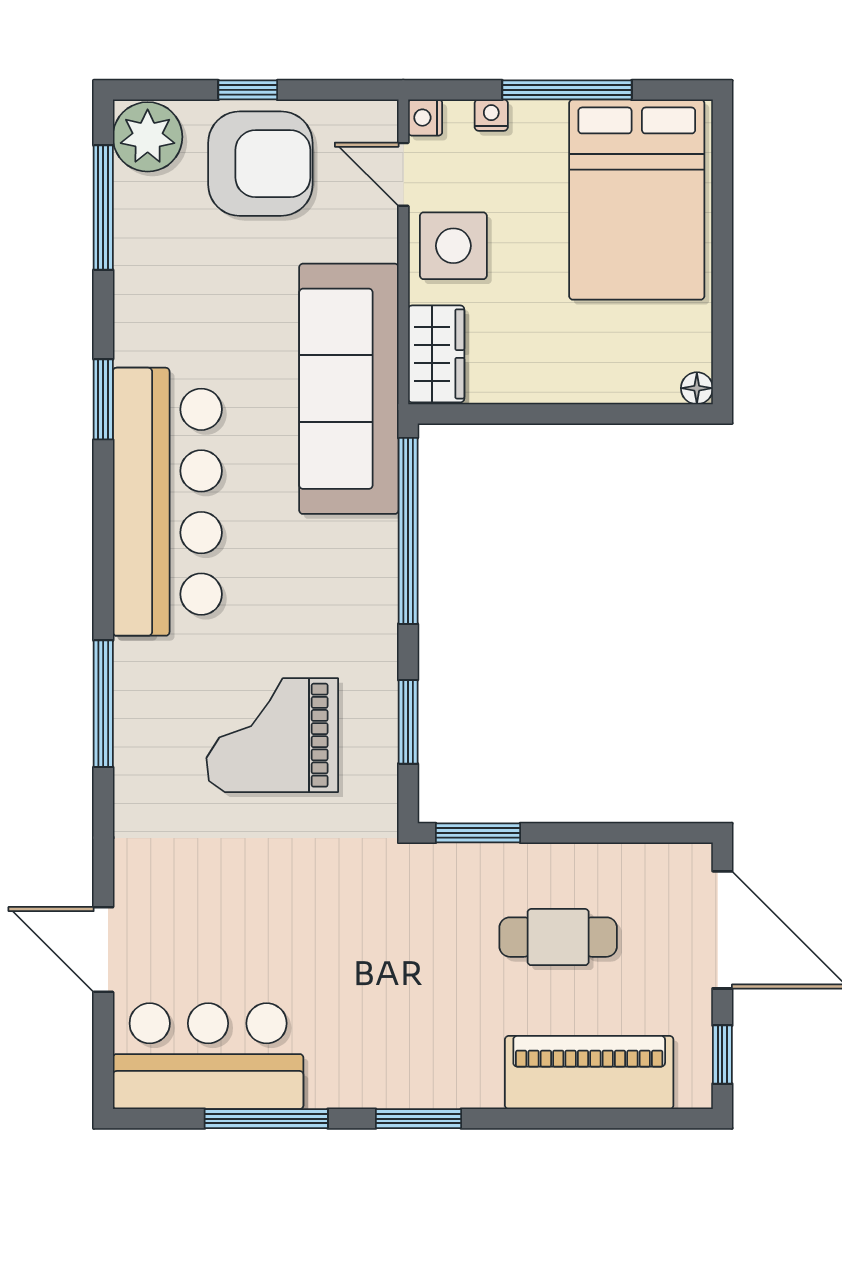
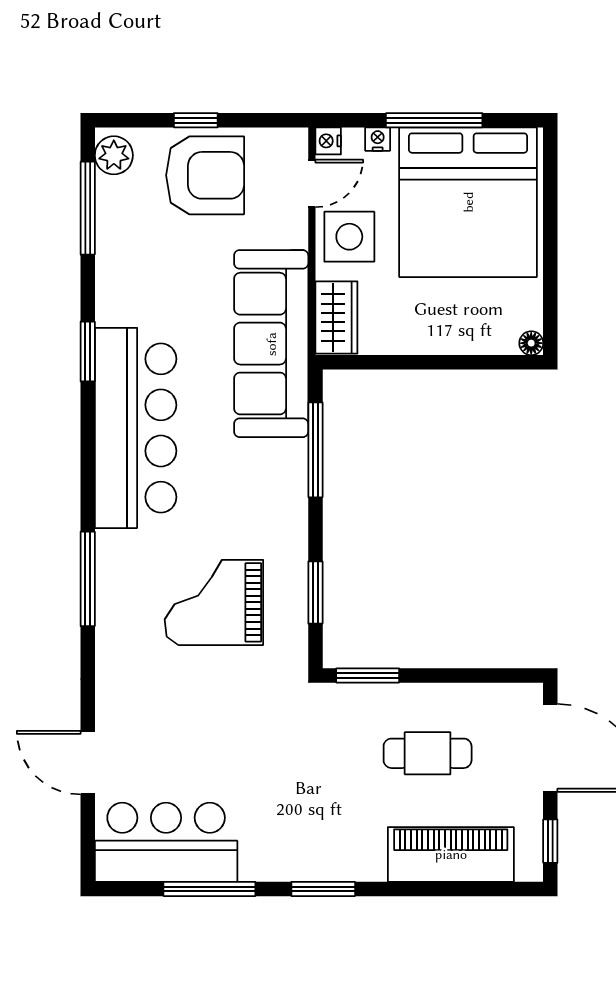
plant: (148, 137) -> (114, 155), width x0.73, depth x0.73
door: (403, 174) -> (312, 183), swing flipped
bed: (637, 200) -> (468, 202), width x1.36
window: (408, 531) -> (315, 450), width x0.68

